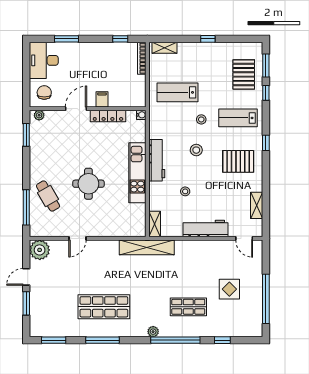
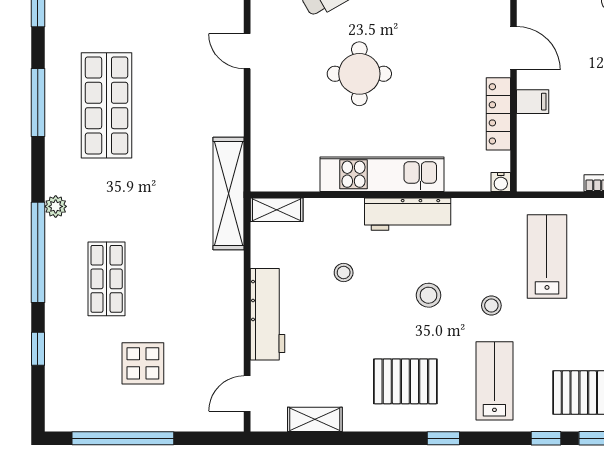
pallet: (238, 161) -> (405, 381), turned 90

